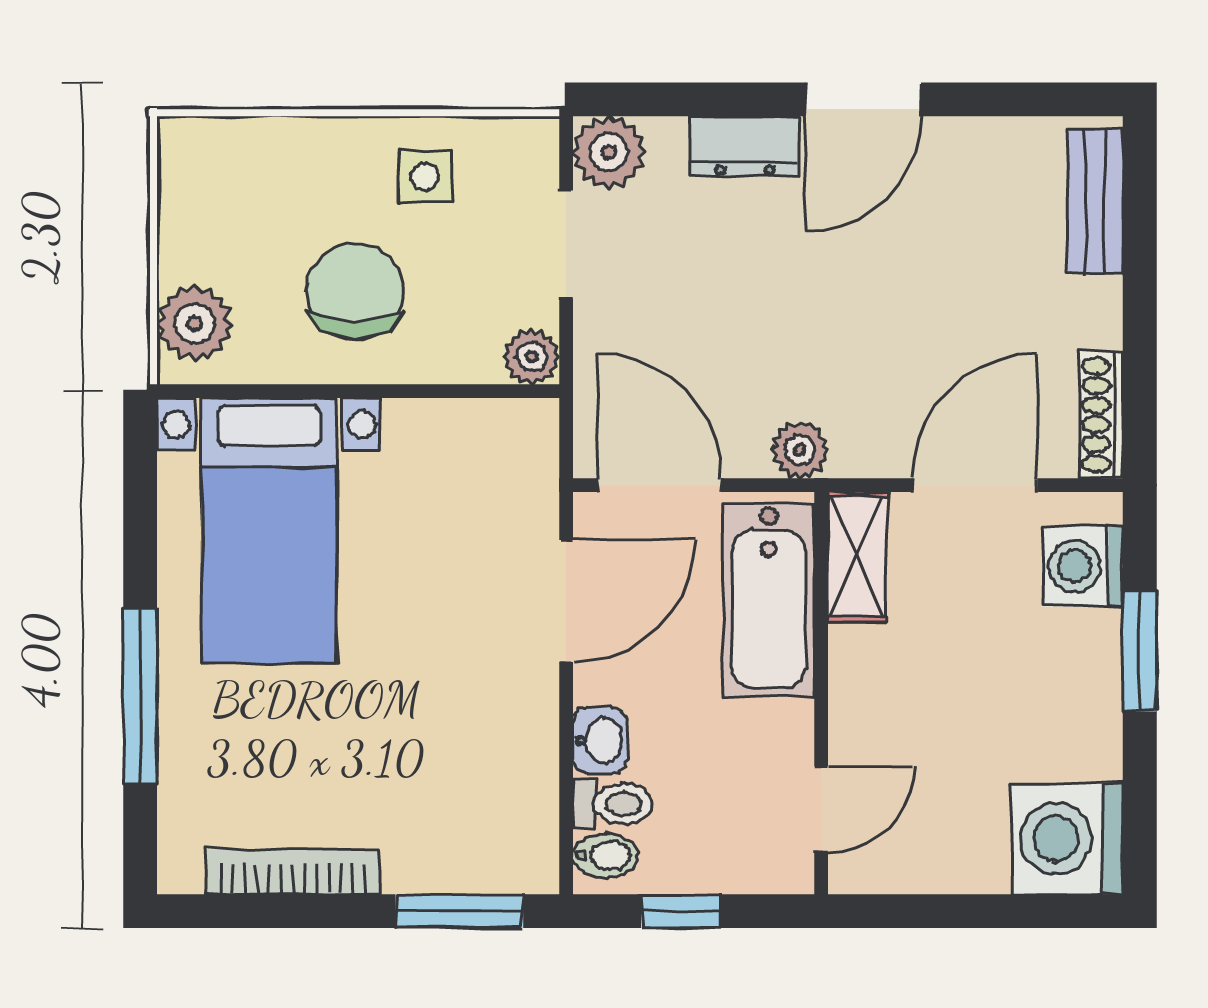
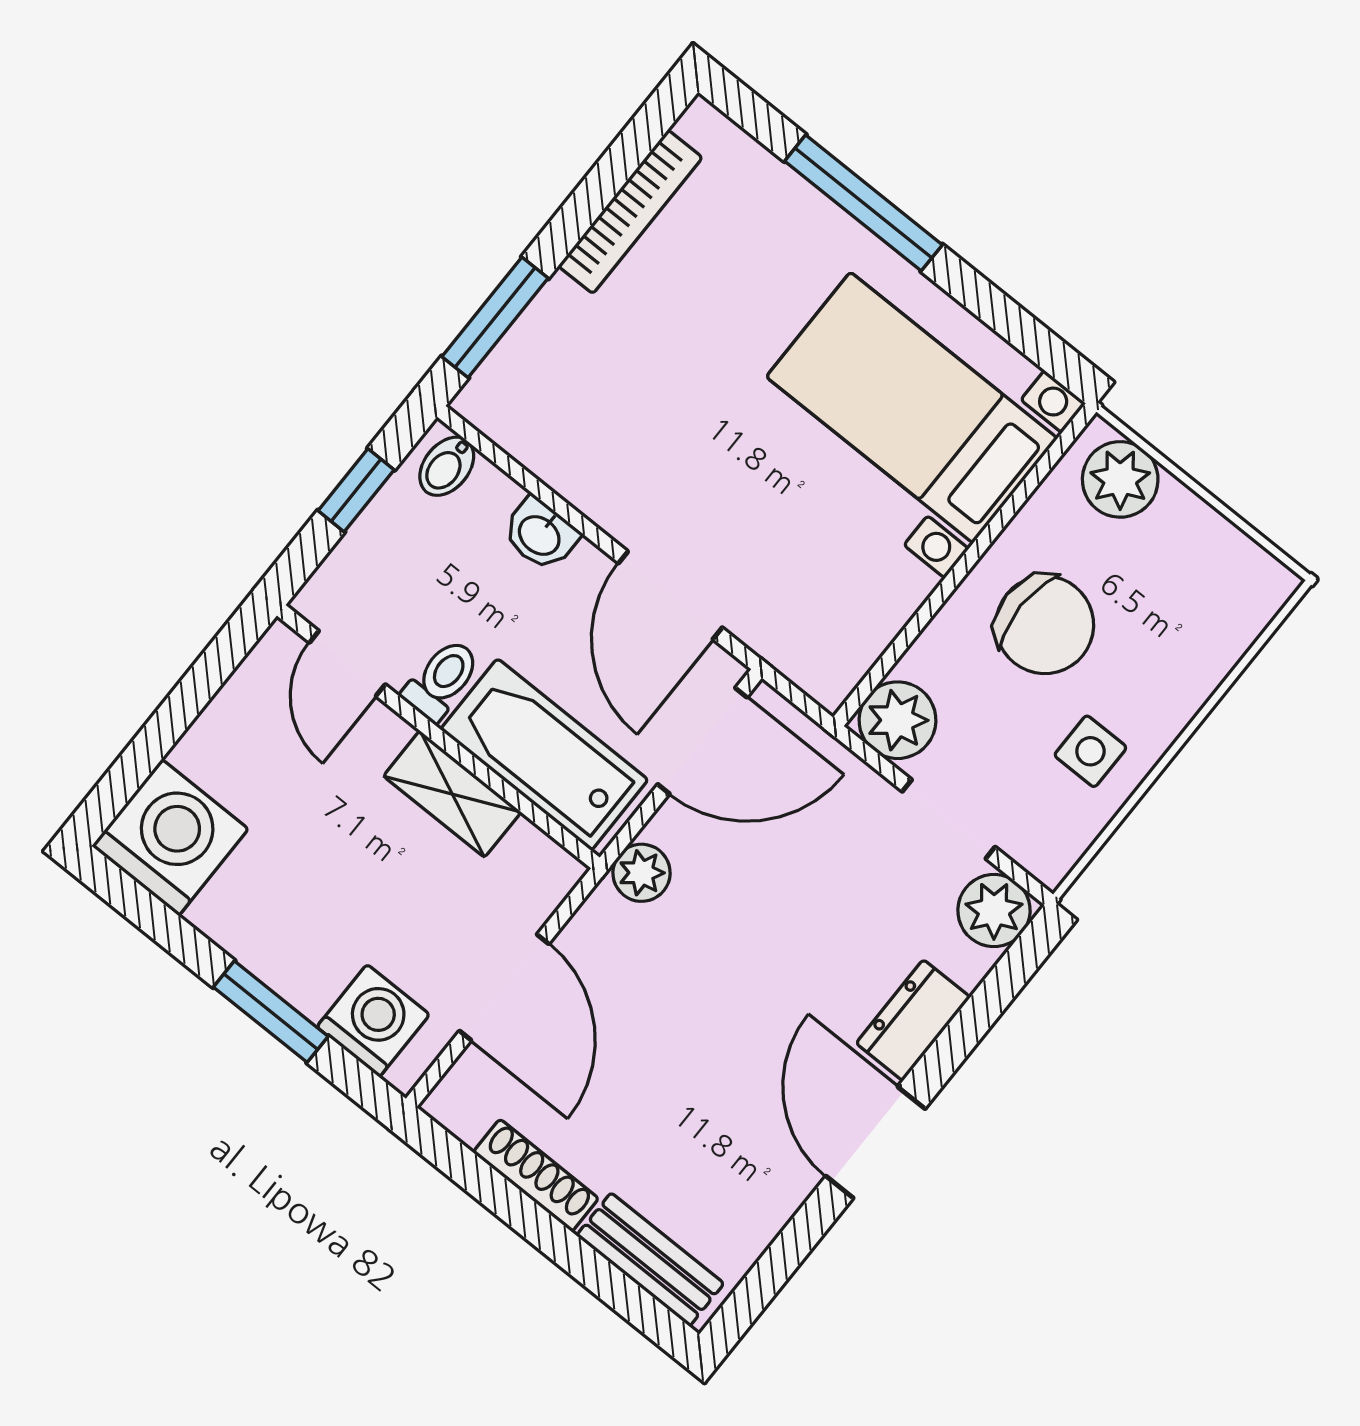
plant: (532, 357) -> (898, 720), width x1.38, depth x1.38
shoe rack: (1101, 415) -> (536, 1175), moved
shelving: (857, 557) -> (452, 794), moved
toilet: (613, 804) -> (442, 680), moved, turned 180

